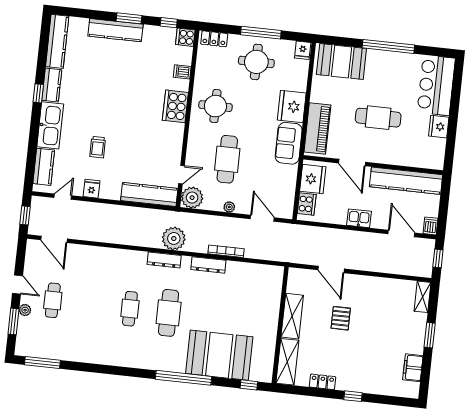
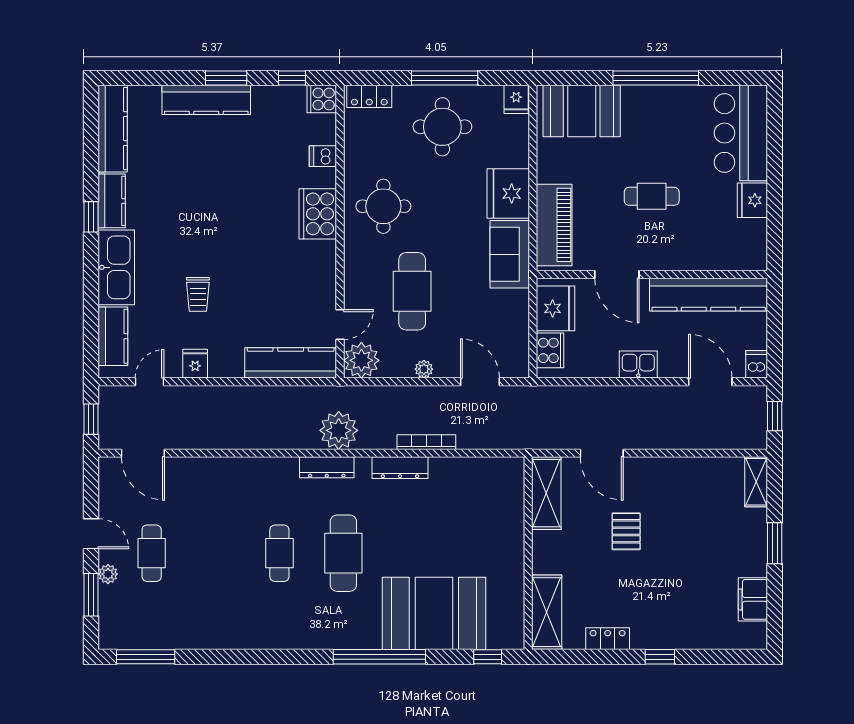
cafe table: (378, 118) -> (652, 196), width x0.73, depth x0.74
shelving: (292, 316) -> (546, 493), moved

